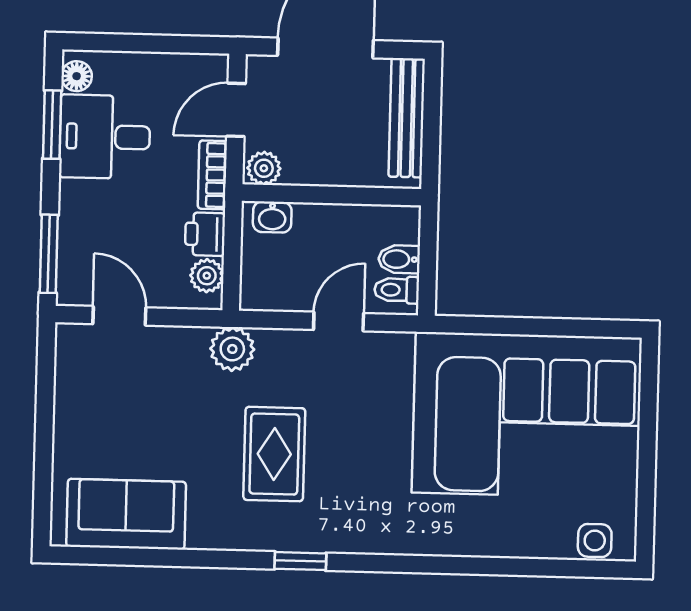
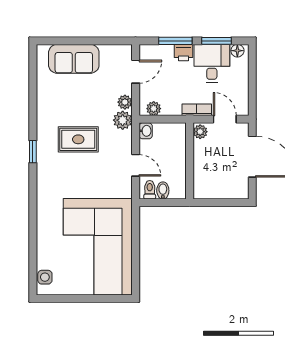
bench: (407, 118) -> (223, 192), removed
washbasin: (272, 217) -> (146, 131), moved, turned 180
printer: (205, 234) -> (183, 53), moved, turned 180
window: (49, 254) -> (175, 41), moved
plant: (190, 343) -> (125, 102), added
sofa: (126, 514) -> (74, 59), moved, turned 90

